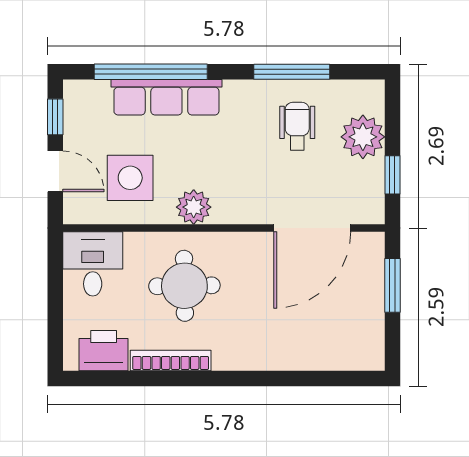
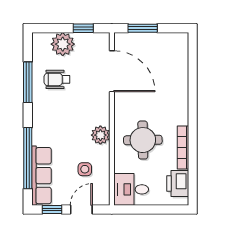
row of seats: (166, 97) -> (41, 176), moved
side table: (130, 178) -> (85, 169), width x0.54, depth x0.54

